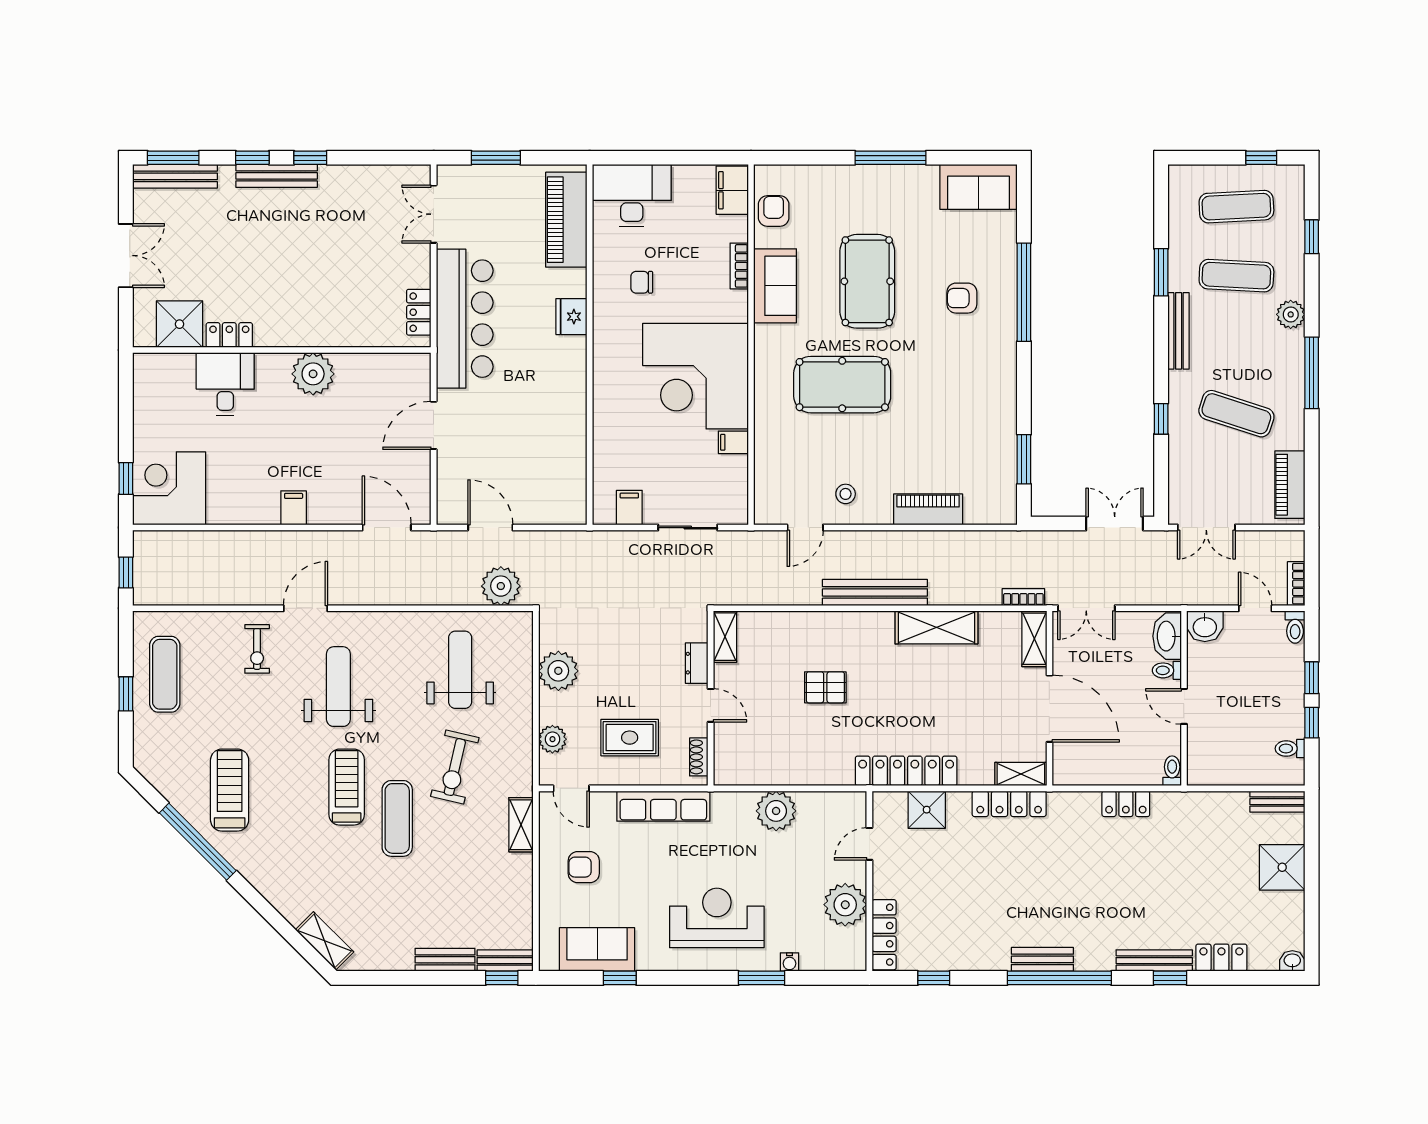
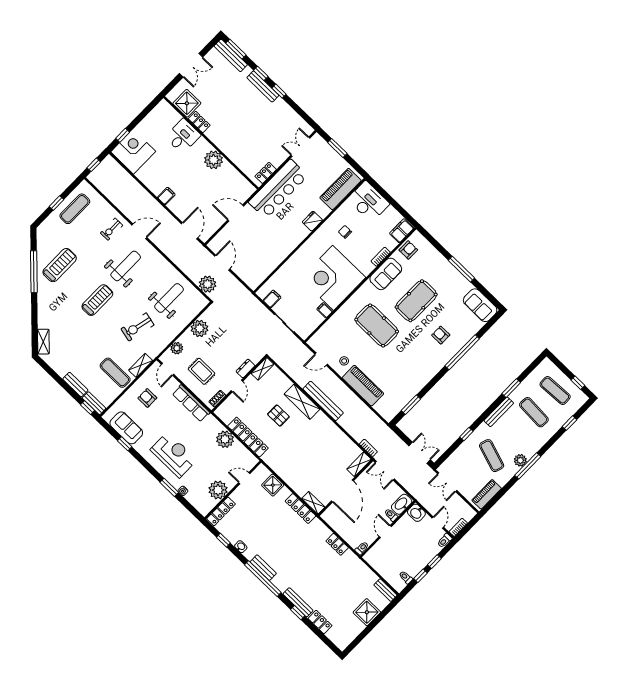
plant: (1291, 314) -> (520, 460), moved
piano: (928, 509) -> (363, 386), width x1.37, depth x1.33
shelving: (936, 627) -> (302, 402), moved
locker: (906, 771) -> (248, 437), moved
exercise mat: (397, 818) -> (115, 373), moved, turned 90
washbasin: (1292, 961) -> (241, 547), moved

